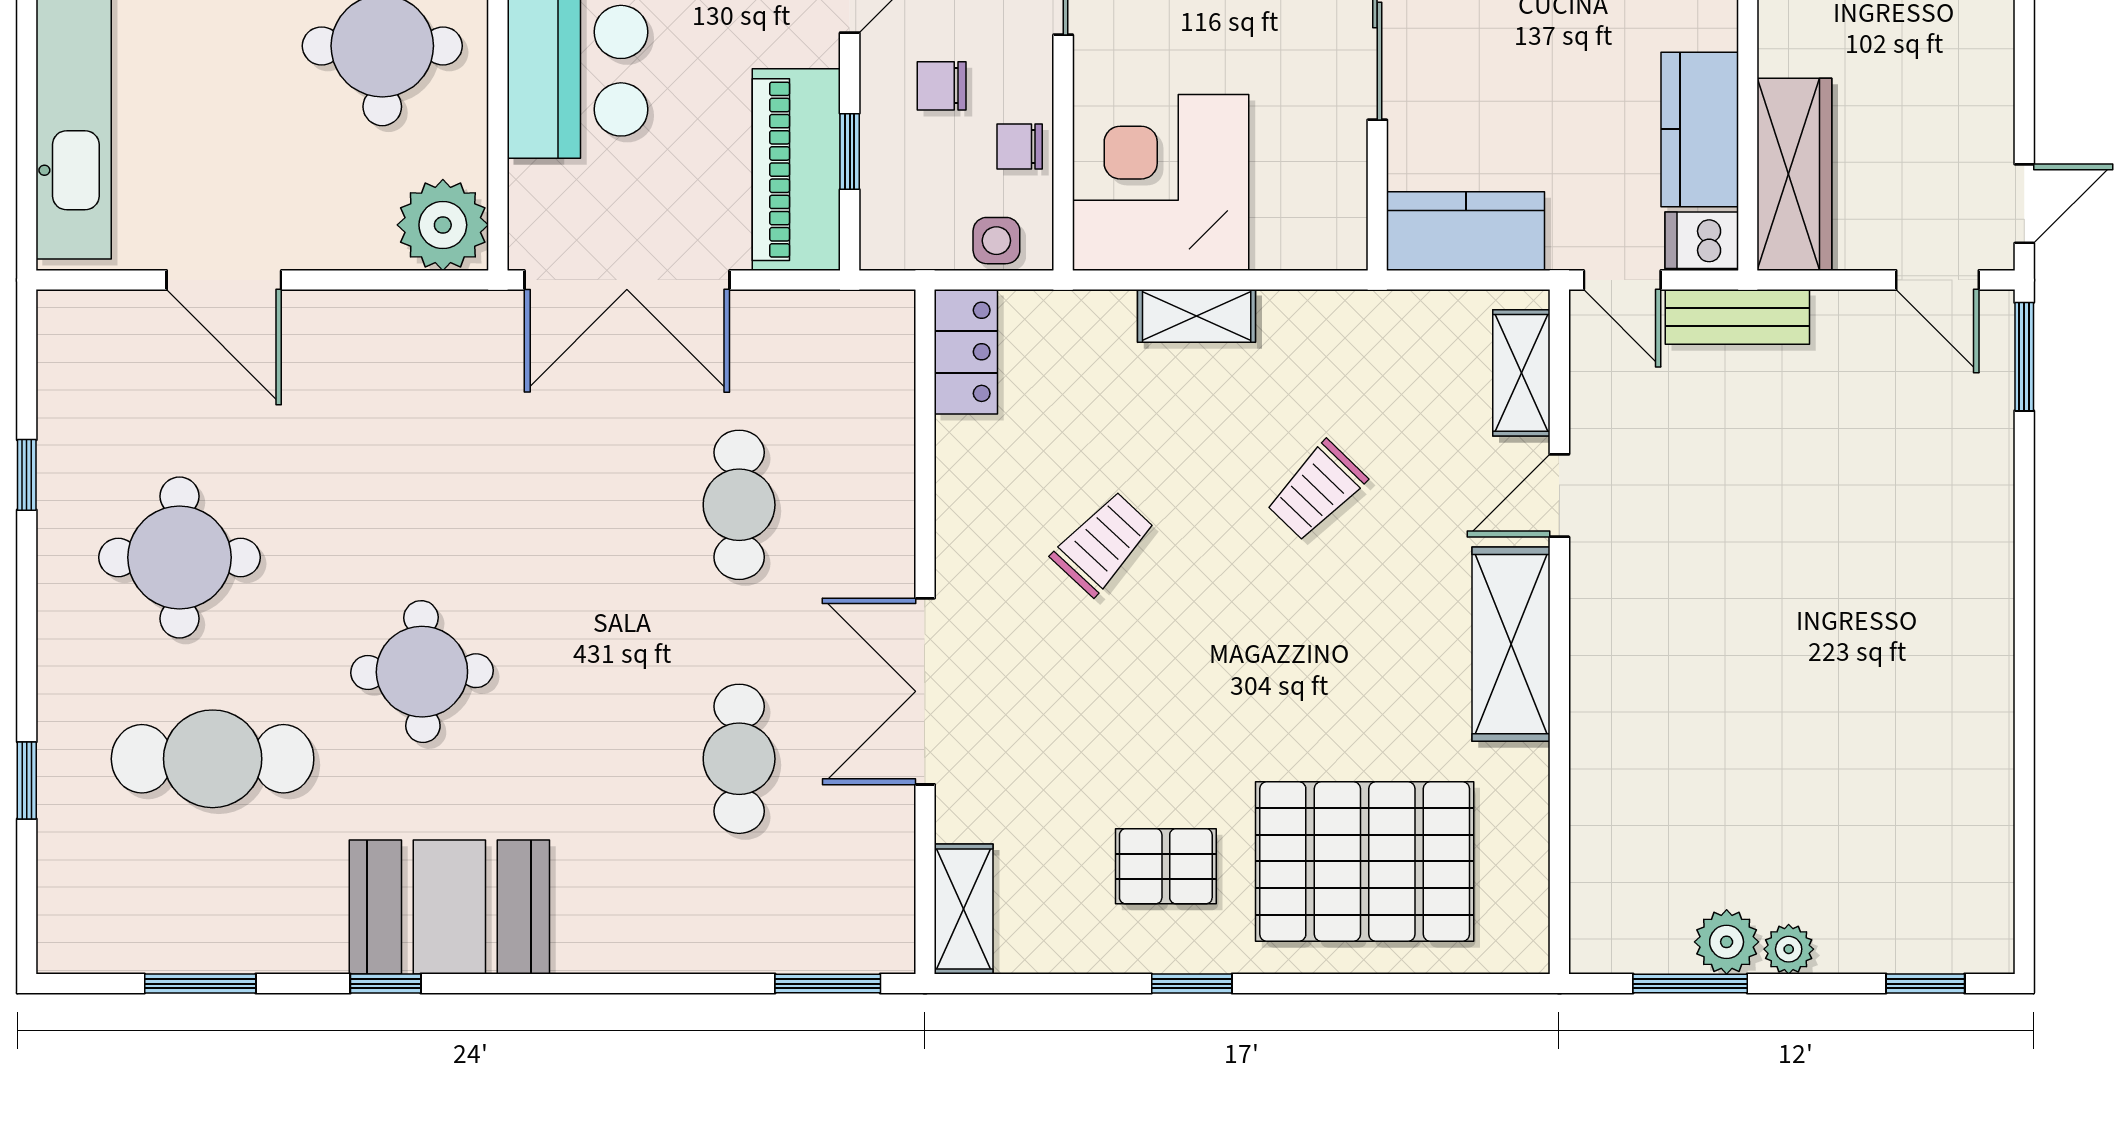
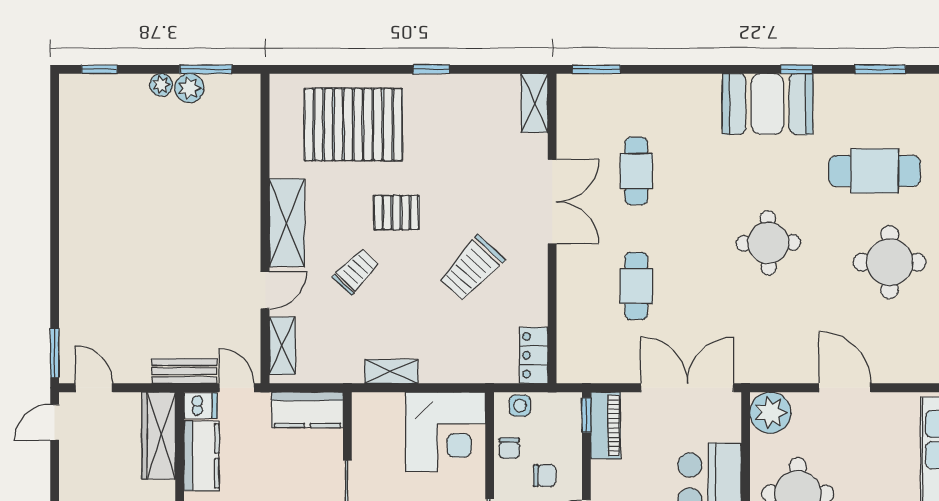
chair: (1020, 146) -> (509, 448), turned 90
window: (850, 151) -> (586, 415), moved
piano: (796, 170) -> (606, 425), width x0.73, depth x0.75
door: (224, 280) -> (845, 388), moved
shelving: (1197, 316) -> (391, 371), moved
trolley: (1316, 491) -> (356, 271), moved
trolley: (1103, 543) -> (472, 269), width x1.36, depth x1.39
round table: (422, 672) -> (768, 243), moved
pallet: (1166, 866) -> (396, 213), moved

